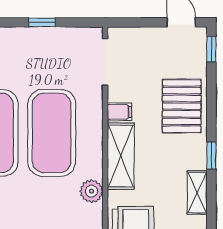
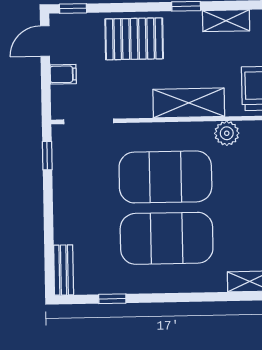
window: (42, 22) -> (47, 156), moved
filing cabinet: (119, 112) -> (63, 74), moved, turned 90

